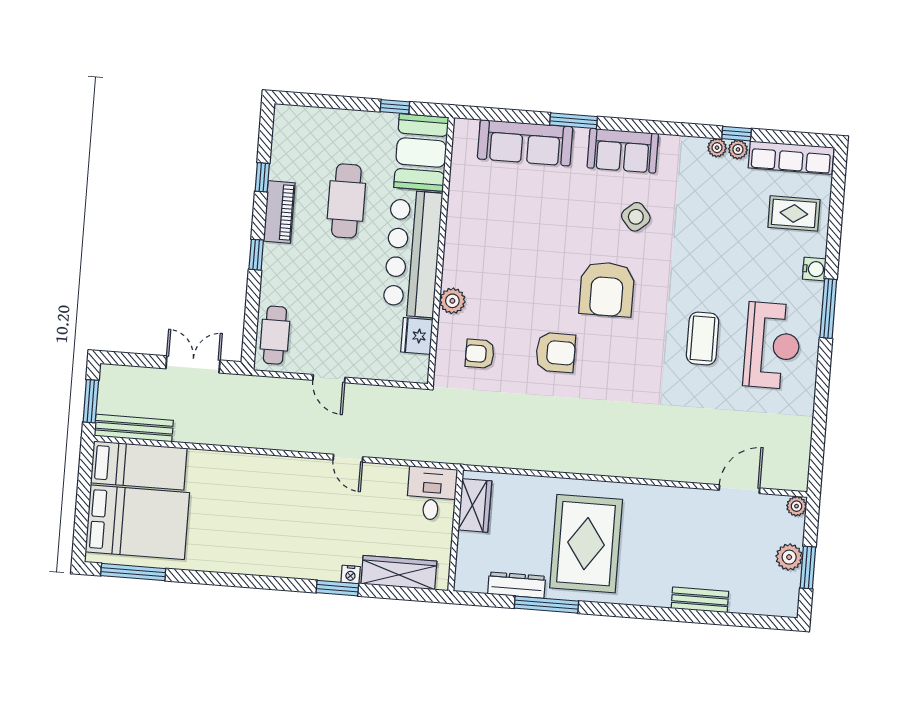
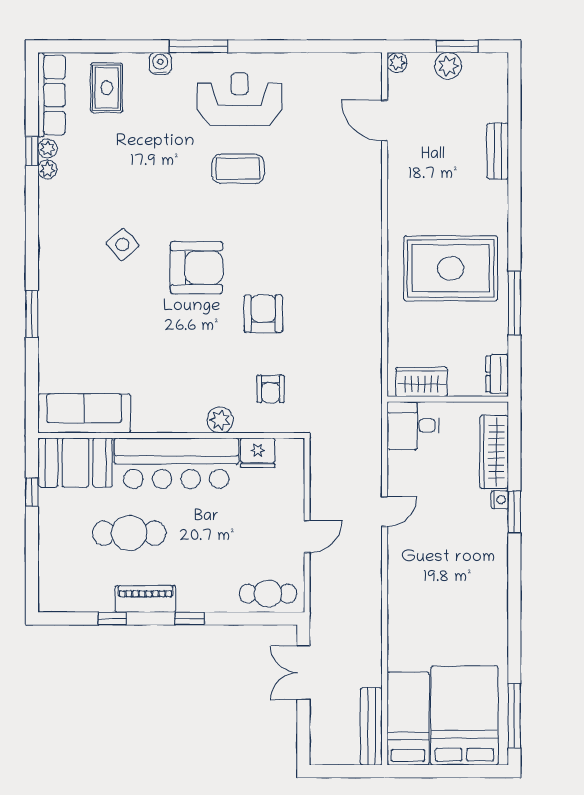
sofa: (525, 143) -> (84, 413), moved, turned -90
sofa: (623, 151) -> (58, 263), removed
window: (91, 401) -> (348, 771), removed
dresser: (517, 585) -> (497, 374), moved, width x0.70

